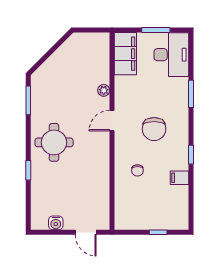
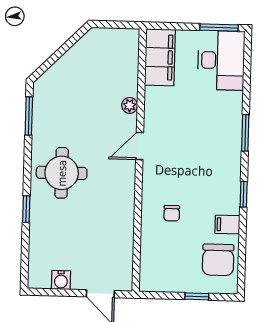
window: (156, 30) -> (219, 27), moved
window: (191, 94) -> (245, 133), moved
chair: (154, 129) -> (218, 260), moved

